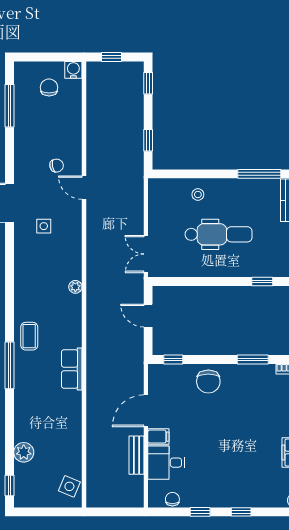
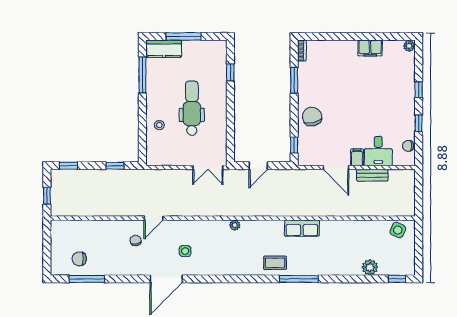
water cooler: (73, 70) -> (57, 227), removed
chair: (49, 87) -> (79, 259), moved
chair: (208, 381) -> (312, 117), turned -103

